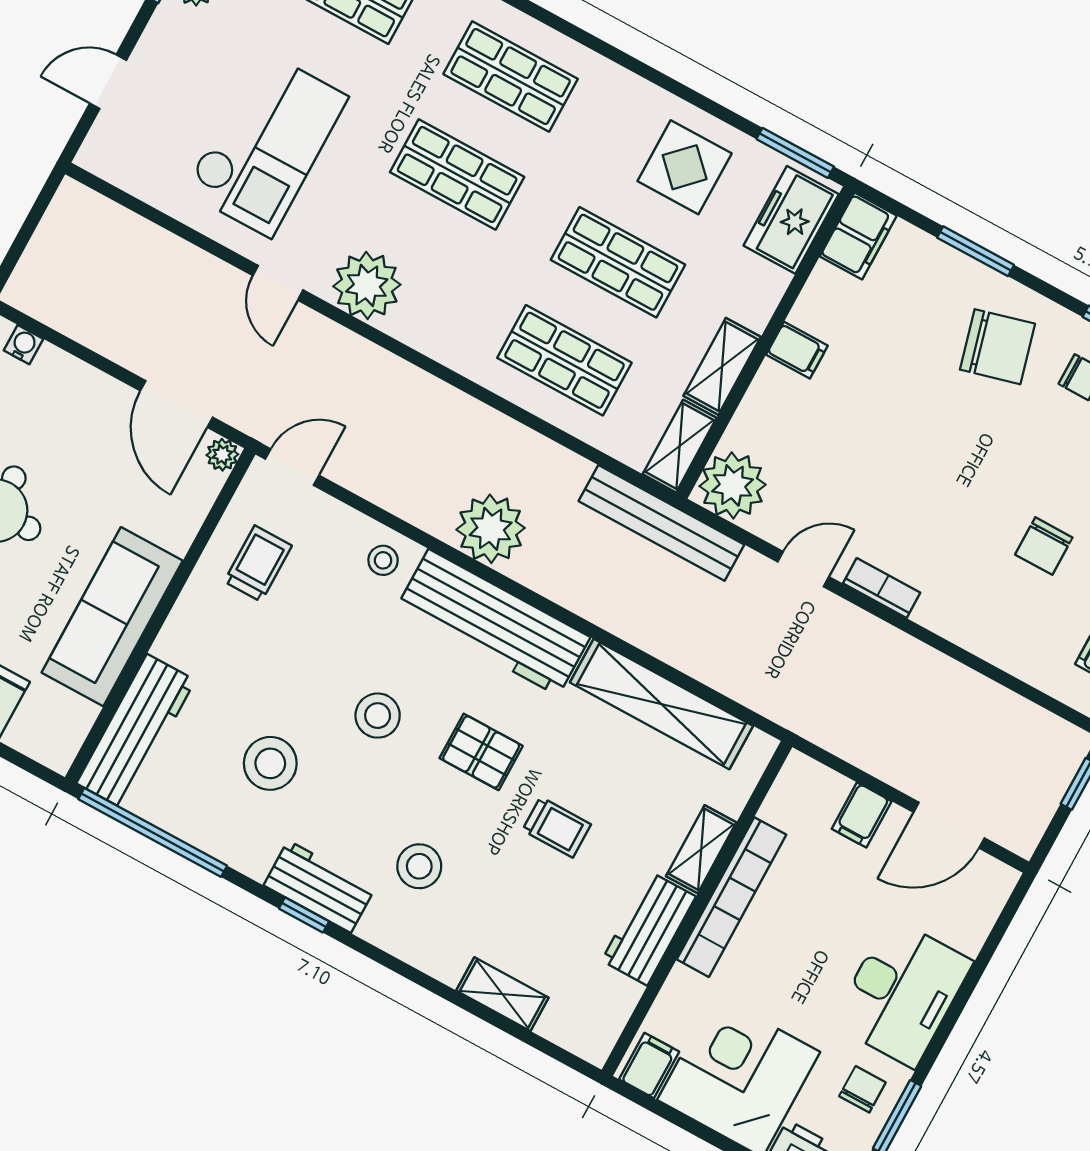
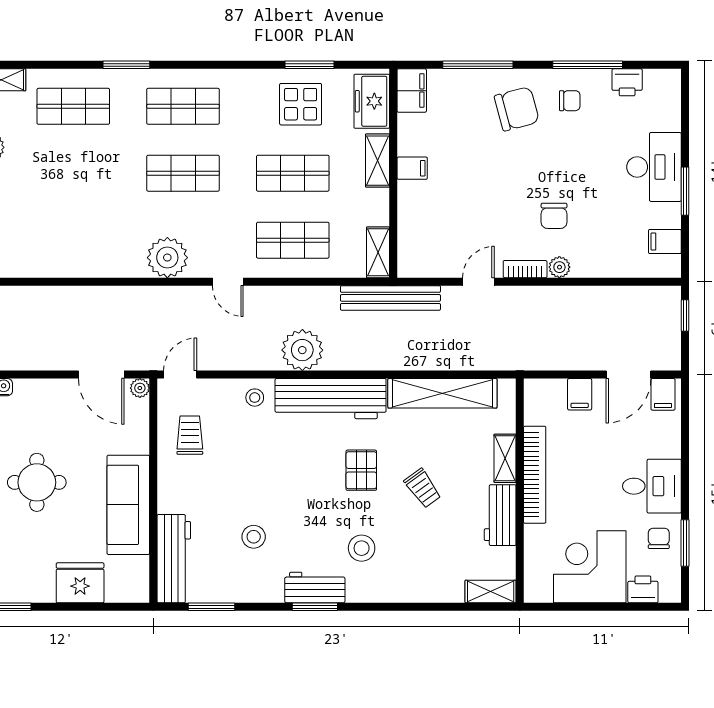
checkout: (266, 144) -> (74, 212), removed
window: (795, 153) -> (309, 65), moved
window: (976, 251) -> (478, 65), width x1.44
door: (278, 283) -> (228, 282), moved
shelving: (722, 366) -> (378, 161), moved
plant: (733, 485) -> (559, 267), moved, width x0.53, depth x0.53
chair: (1044, 546) -> (554, 216), moved
stool: (378, 716) -> (296, 481), removed
pallet: (481, 752) -> (361, 470), turned 90
stool: (270, 763) -> (254, 537), width x0.73, depth x0.73
trolley: (557, 827) -> (423, 488), turned 54
window: (153, 832) -> (211, 607), width x0.47
window: (304, 915) -> (315, 607), width x1.50
desk: (902, 993) -> (652, 486), width x0.73
shelving: (502, 994) -> (491, 592), moved
filing cabinet: (649, 1065) -> (663, 394), moved, turned 180

